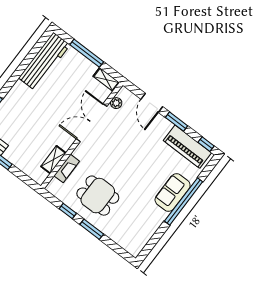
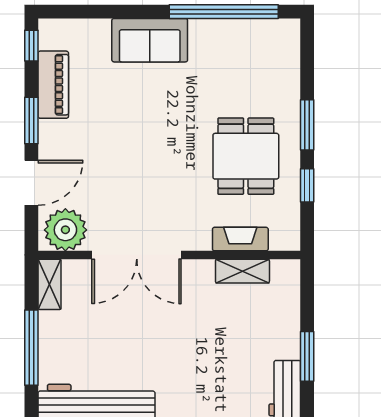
plant: (116, 103) -> (65, 230), width x1.88, depth x1.88
piano: (187, 147) -> (53, 85), width x0.73, depth x0.75
window: (184, 201) -> (224, 12), moved

